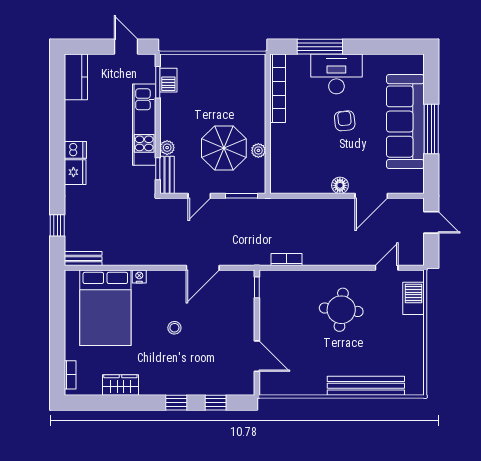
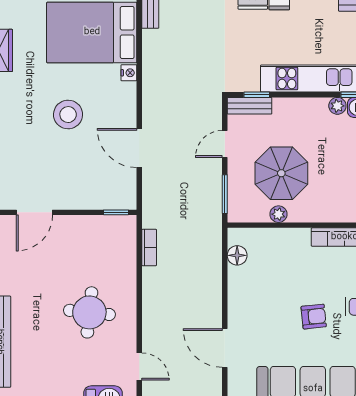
plant: (167, 148) -> (337, 106), moved
floor lamp: (340, 185) -> (237, 255), moved
door: (199, 196) -> (225, 144), hinge flipped
stool: (174, 328) -> (68, 115), width x1.89, depth x1.89

